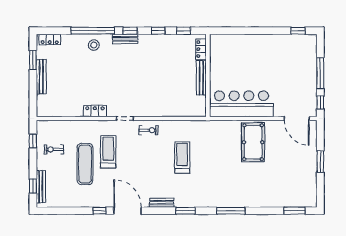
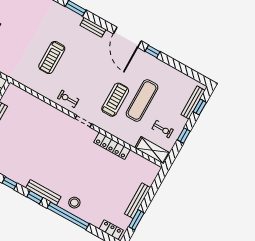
bench: (125, 39) -> (43, 192), width x1.36
locker: (95, 111) -> (112, 146), width x1.53
shelving: (52, 127) -> (152, 150), added
window: (33, 141) -> (184, 136), moved
treadmill: (108, 152) -> (115, 100), turned 180

